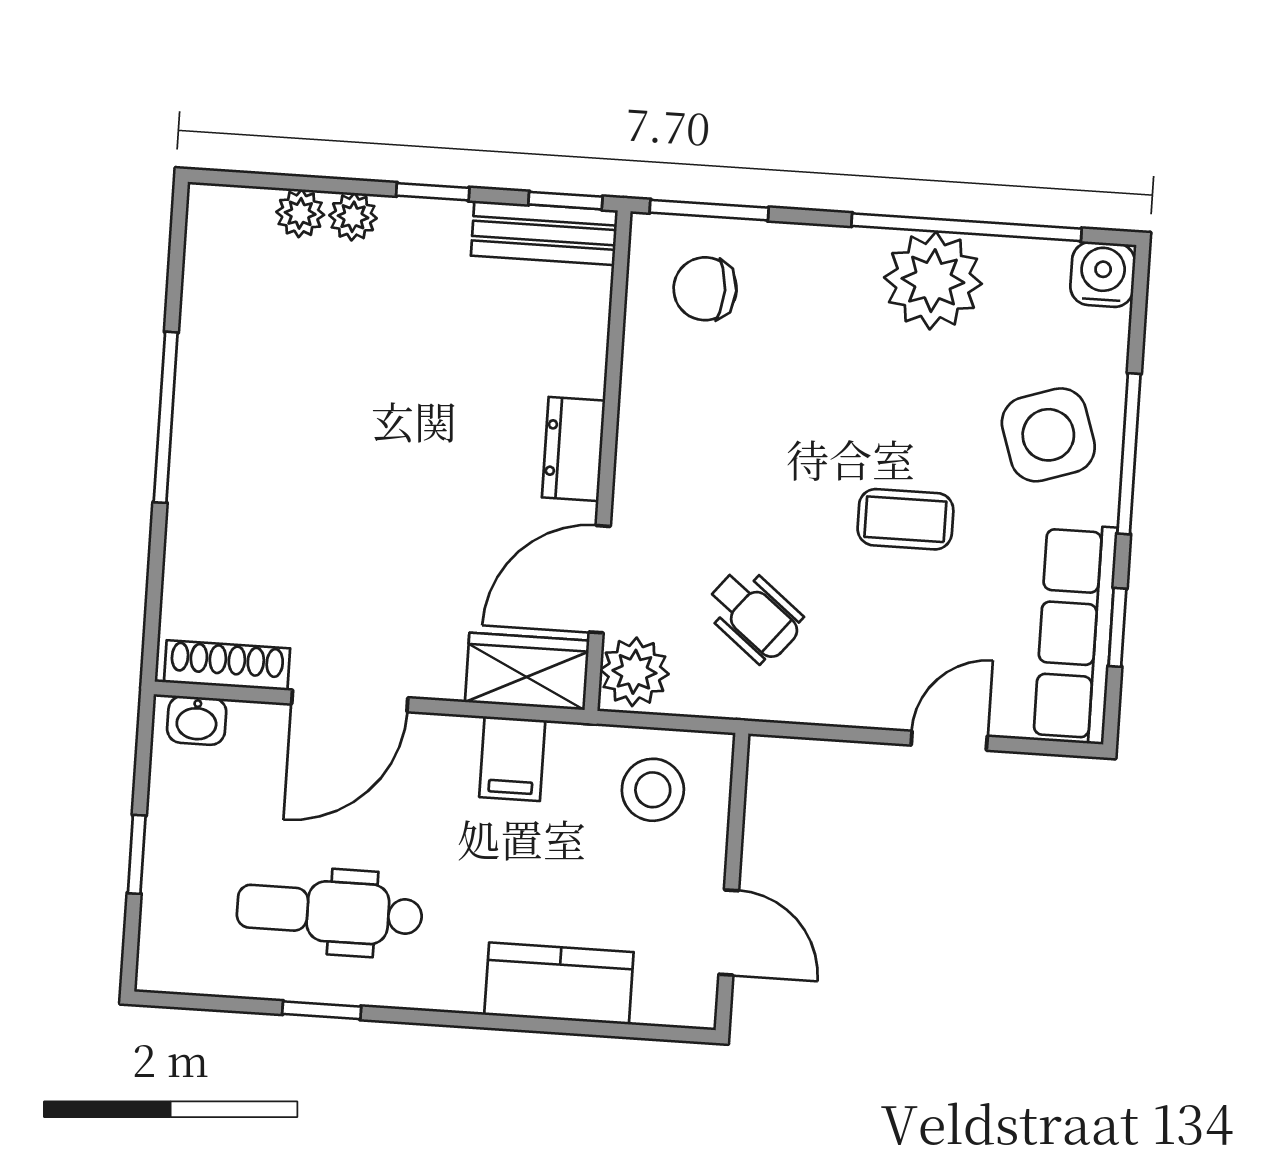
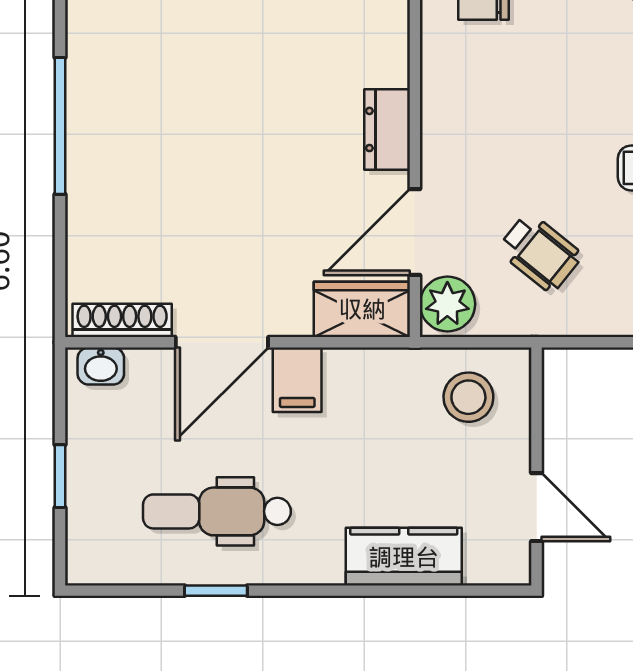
filing cabinet: (512, 759) -> (297, 380), moved

